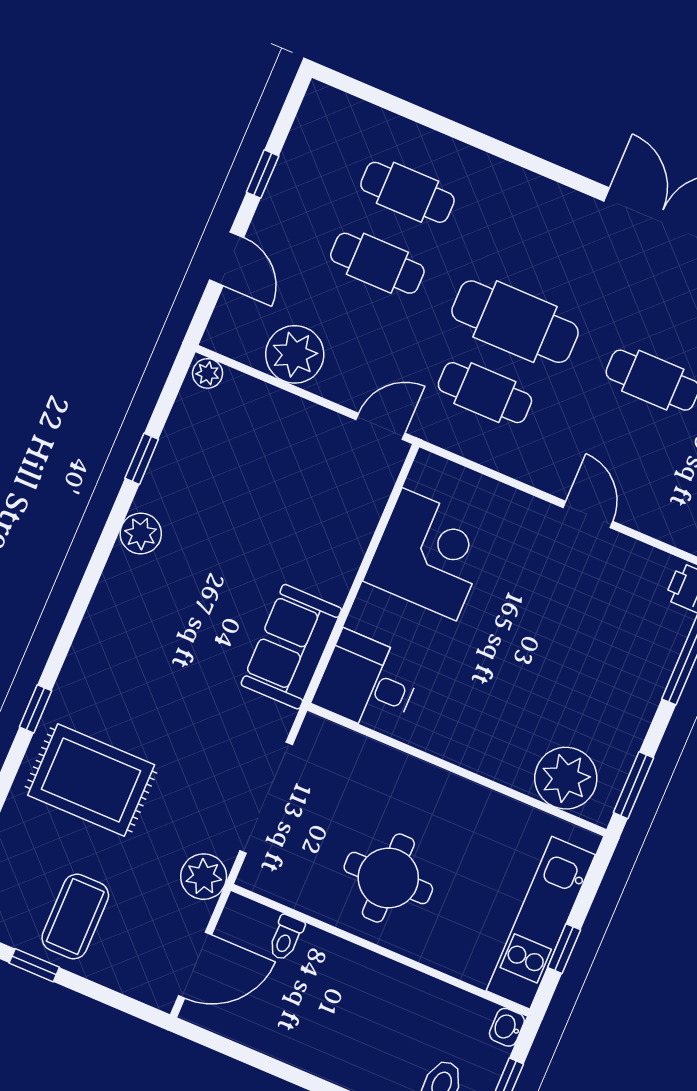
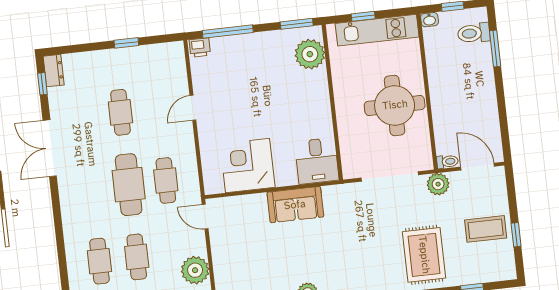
sofa: (291, 647) -> (295, 205), moved
round table: (388, 878) -> (395, 105), width x1.36, depth x1.36
toilet: (286, 938) -> (447, 162), moved
window: (564, 949) -> (363, 16), moved

